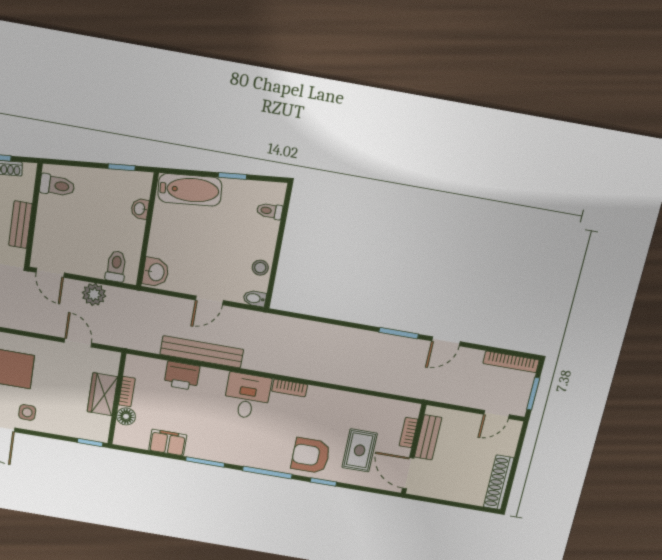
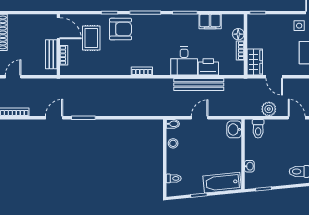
wardrobe: (102, 394) -> (255, 62), moved
desk: (247, 396) -> (184, 61), moved

